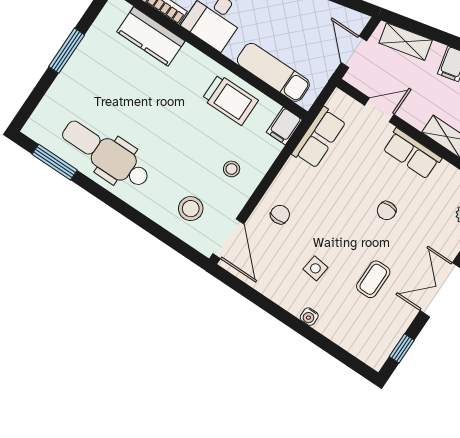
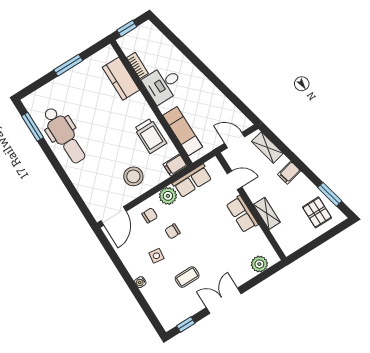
door: (354, 52) -> (235, 140), hinge flipped
dental chair: (106, 154) -> (64, 135), turned 180
stool: (232, 169) -> (133, 176), width x1.89, depth x1.89
plant: (294, 175) -> (168, 196), added
stool: (191, 209) -> (99, 189), removed
chair: (387, 211) -> (173, 231), moved

